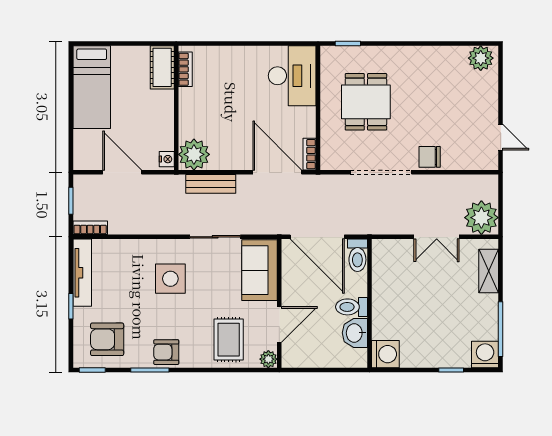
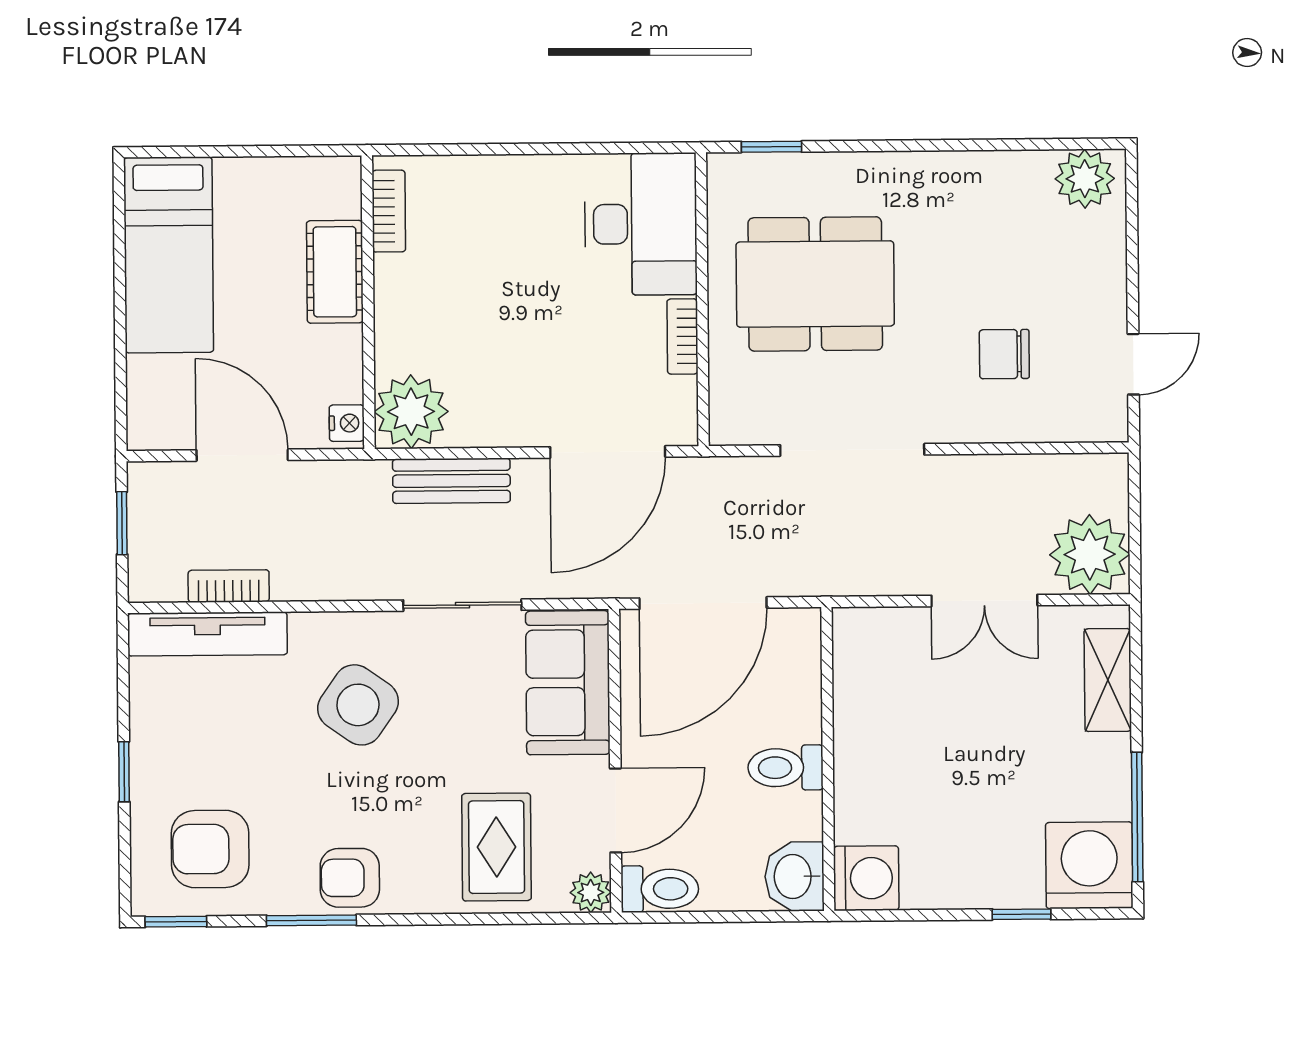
cot: (162, 67) -> (335, 272), moved
dining table: (366, 102) -> (815, 284), width x1.38
door: (501, 137) -> (1133, 364), hinge flipped
bookcase: (309, 154) -> (682, 336), moved
chair: (430, 157) -> (1004, 354), moved
door: (277, 172) -> (608, 452), swing flipped
bookcase: (90, 228) -> (229, 586), moved
door: (317, 237) -> (703, 603), hinge flipped
toilet: (357, 255) -> (660, 889), moved, turned -90
tv unit: (82, 273) -> (207, 634), moved, turned 90
side table: (170, 279) -> (358, 705), turned 35
washbasin: (355, 333) -> (794, 876), moved
washing machine: (485, 354) -> (1089, 865), width x1.37, depth x1.37

